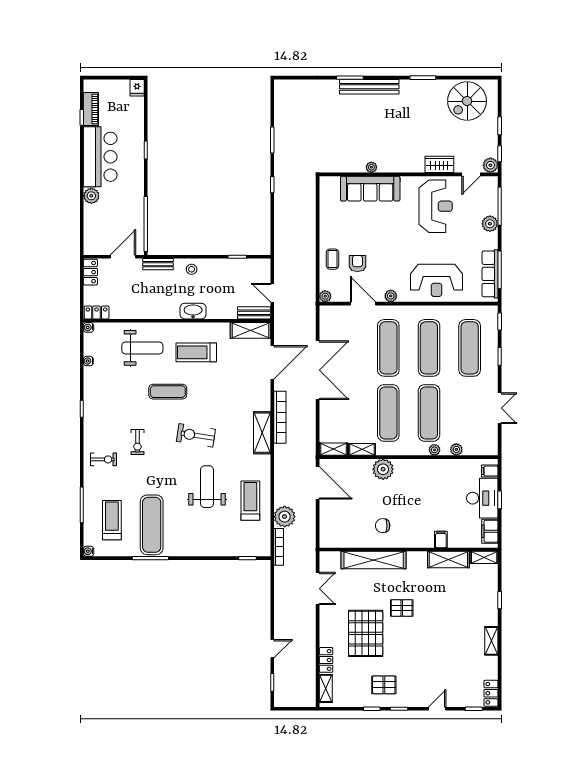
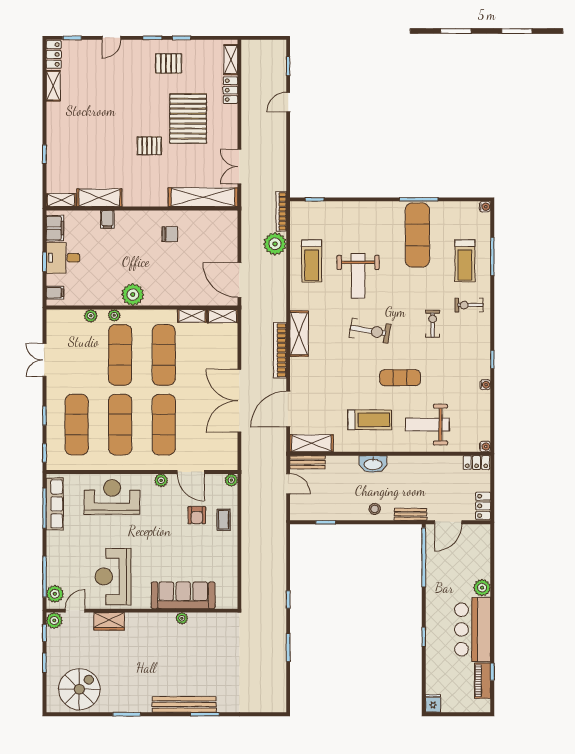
plant: (490, 224) -> (55, 594), moved
water cooler: (88, 361) -> (485, 385), moved
plant: (383, 469) -> (133, 295), moved
desk: (482, 498) -> (63, 258), width x0.73
treadmill: (112, 520) -> (465, 261), moved
shelving: (374, 560) -> (203, 197), moved
shelving: (491, 641) -> (53, 86), moved

